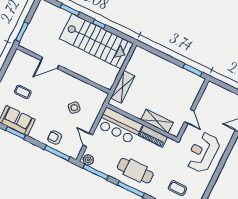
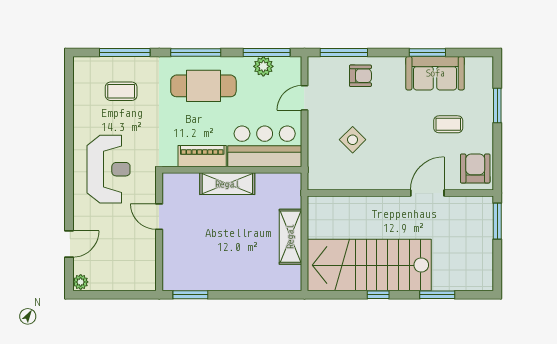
armchair: (20, 63) -> (475, 168), added
shelving: (123, 87) -> (290, 237), moved
shelving: (157, 121) -> (227, 184), moved
door: (88, 140) -> (304, 98), swing flipped
plant: (88, 160) -> (263, 66), moved

